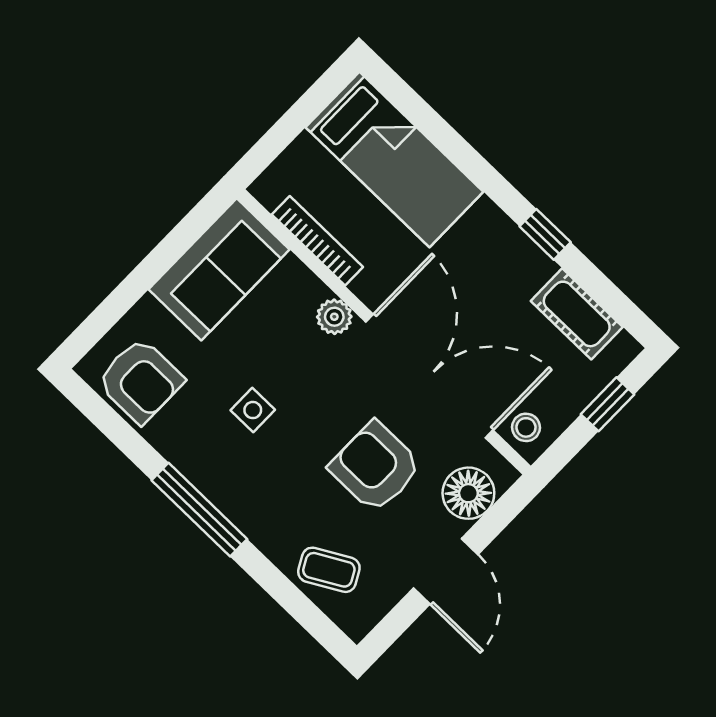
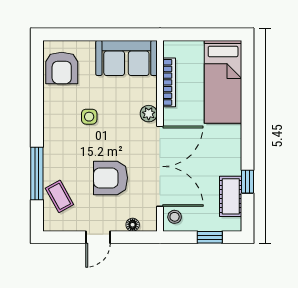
window: (545, 234) -> (248, 182), moved
armchair: (375, 467) -> (111, 178), turned -90
floor lamp: (468, 493) -> (133, 225), width x0.53, depth x0.53
window: (199, 510) -> (37, 174), moved
door: (446, 571) -> (98, 237), width x0.73

